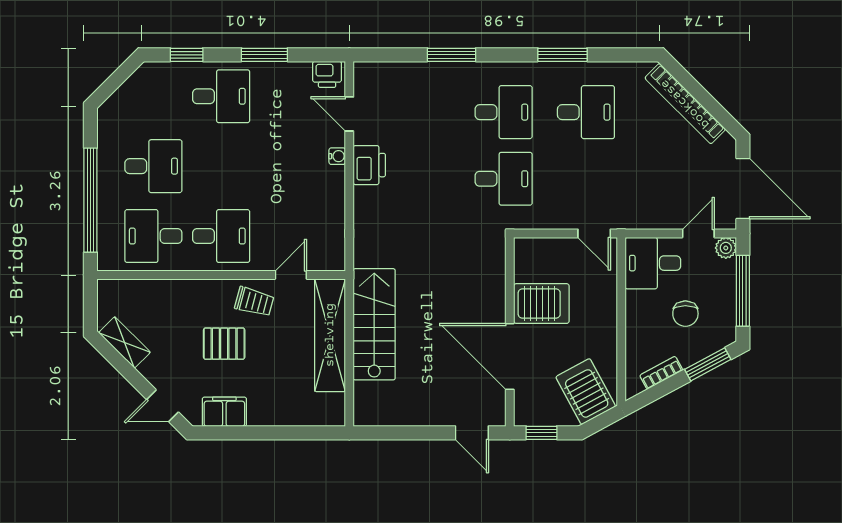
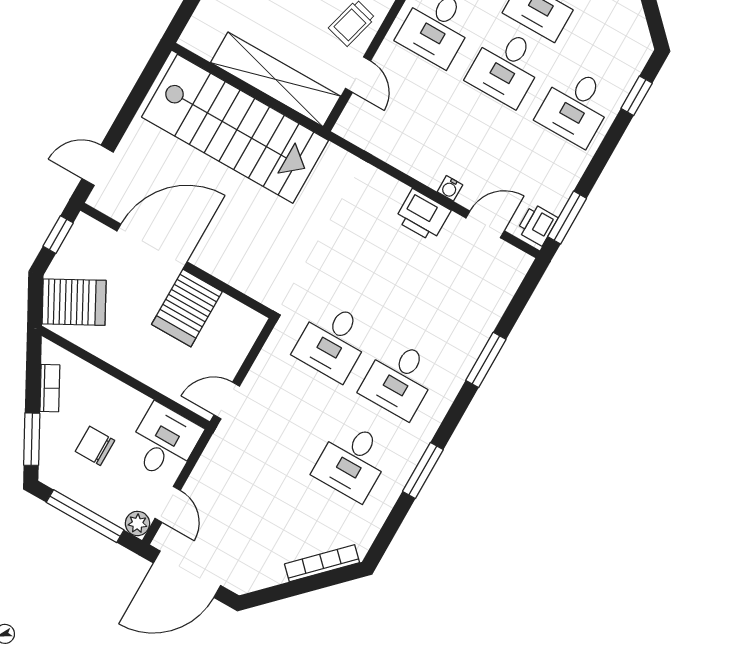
window: (264, 55) -> (567, 218), moved
bookcase: (685, 104) -> (322, 563), width x0.68, depth x0.76
desk: (221, 166) -> (506, 67), added
stairs: (374, 324) -> (235, 129), width x1.36, depth x1.51

